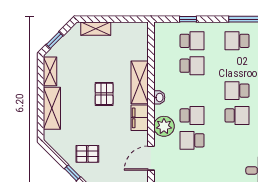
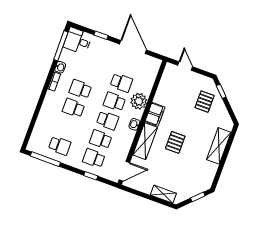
shelving: (50, 71) -> (210, 174), removed
school desk: (192, 91) -> (108, 120), added
school desk: (237, 91) -> (73, 108), turned 180
pallet: (87, 154) -> (205, 102), turned 90
door: (151, 158) -> (124, 171), moved

